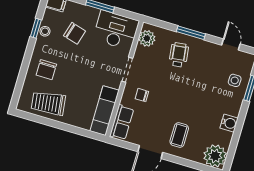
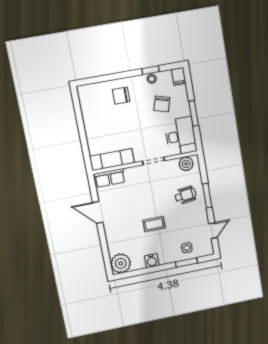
chair: (142, 95) -> (140, 183), removed
trolley: (48, 103) -> (95, 111), removed
coffee table: (179, 135) -> (154, 224), moved

